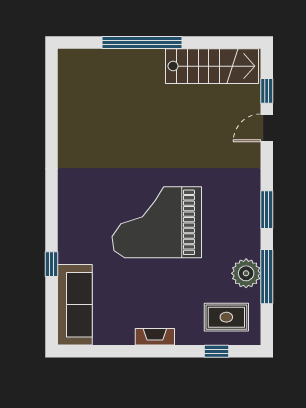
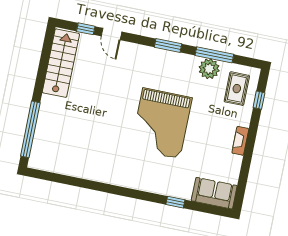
window: (142, 42) -> (30, 129), moved
sofa: (75, 305) -> (214, 193), width x0.73

